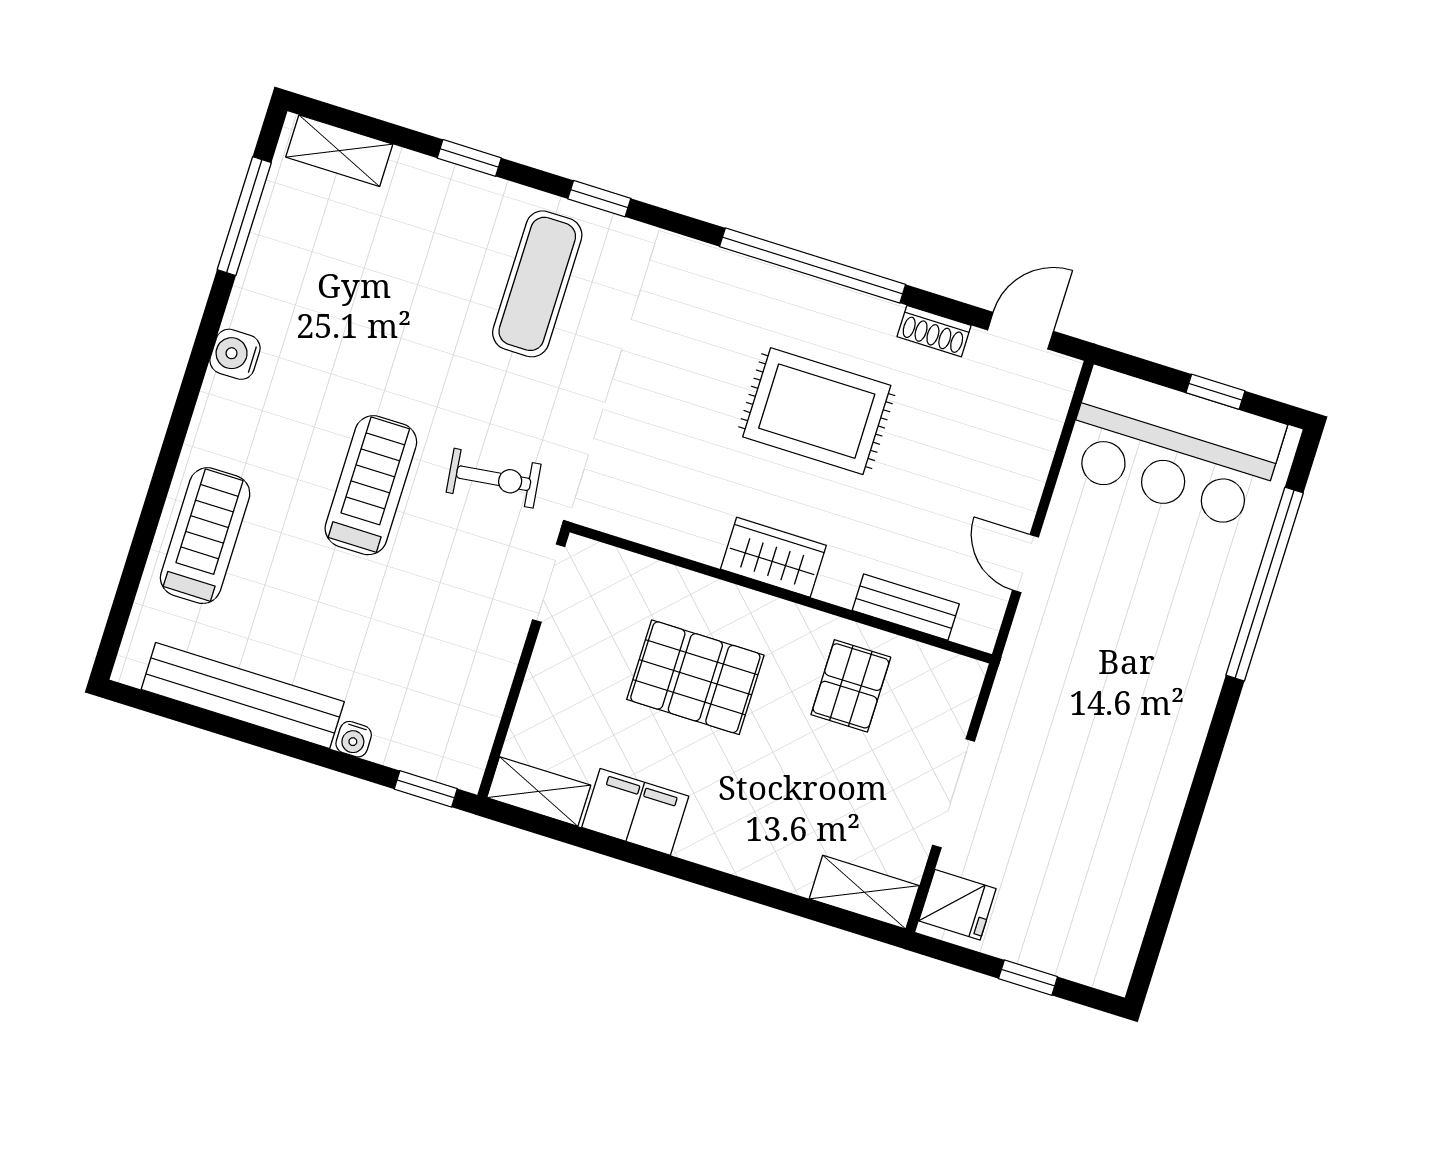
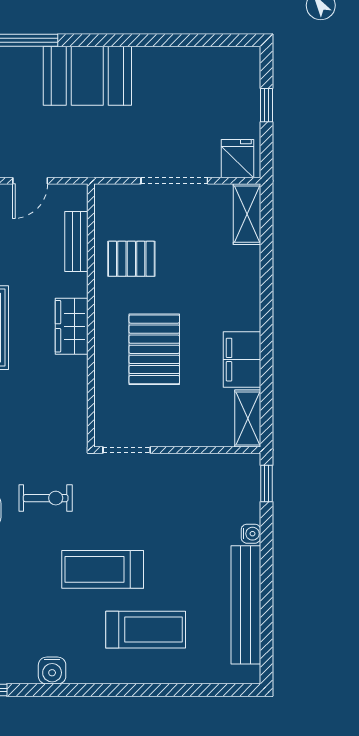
exercise bike: (494, 478) -> (46, 498), moved, turned 97
treadmill: (205, 536) -> (146, 630), moved, turned 180
booth: (1164, 707) -> (87, 76), added

